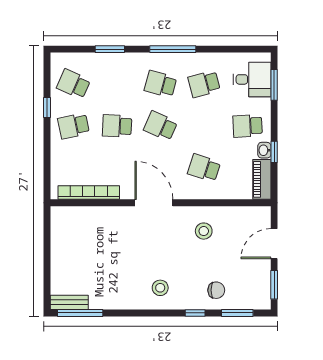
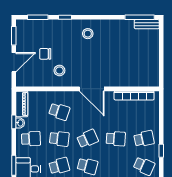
school desk: (161, 126) -> (87, 139), turned -48
school desk: (204, 126) -> (59, 139), added
chair: (216, 290) -> (45, 54), moved

